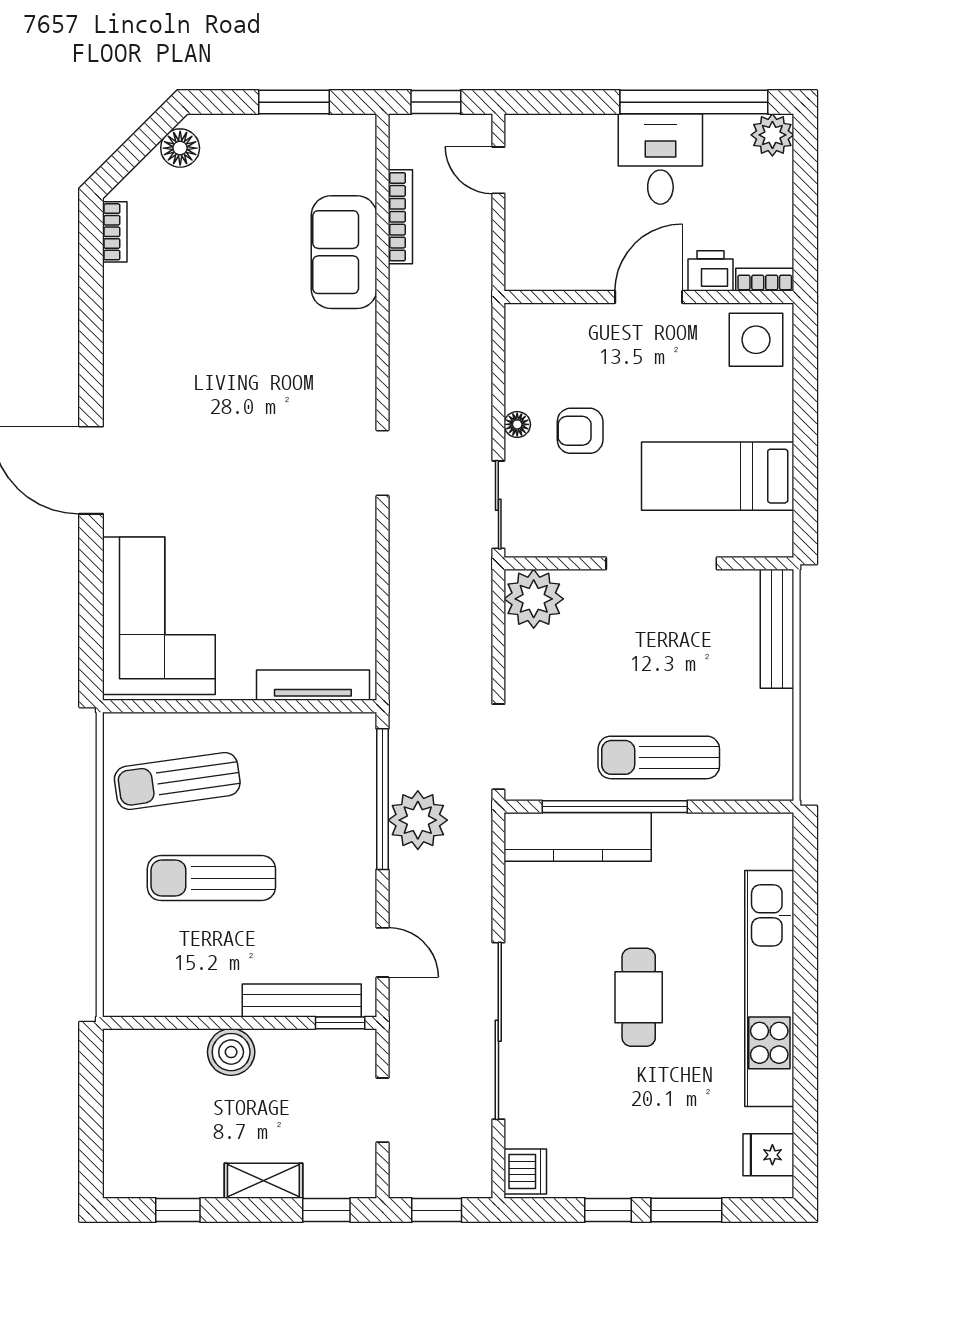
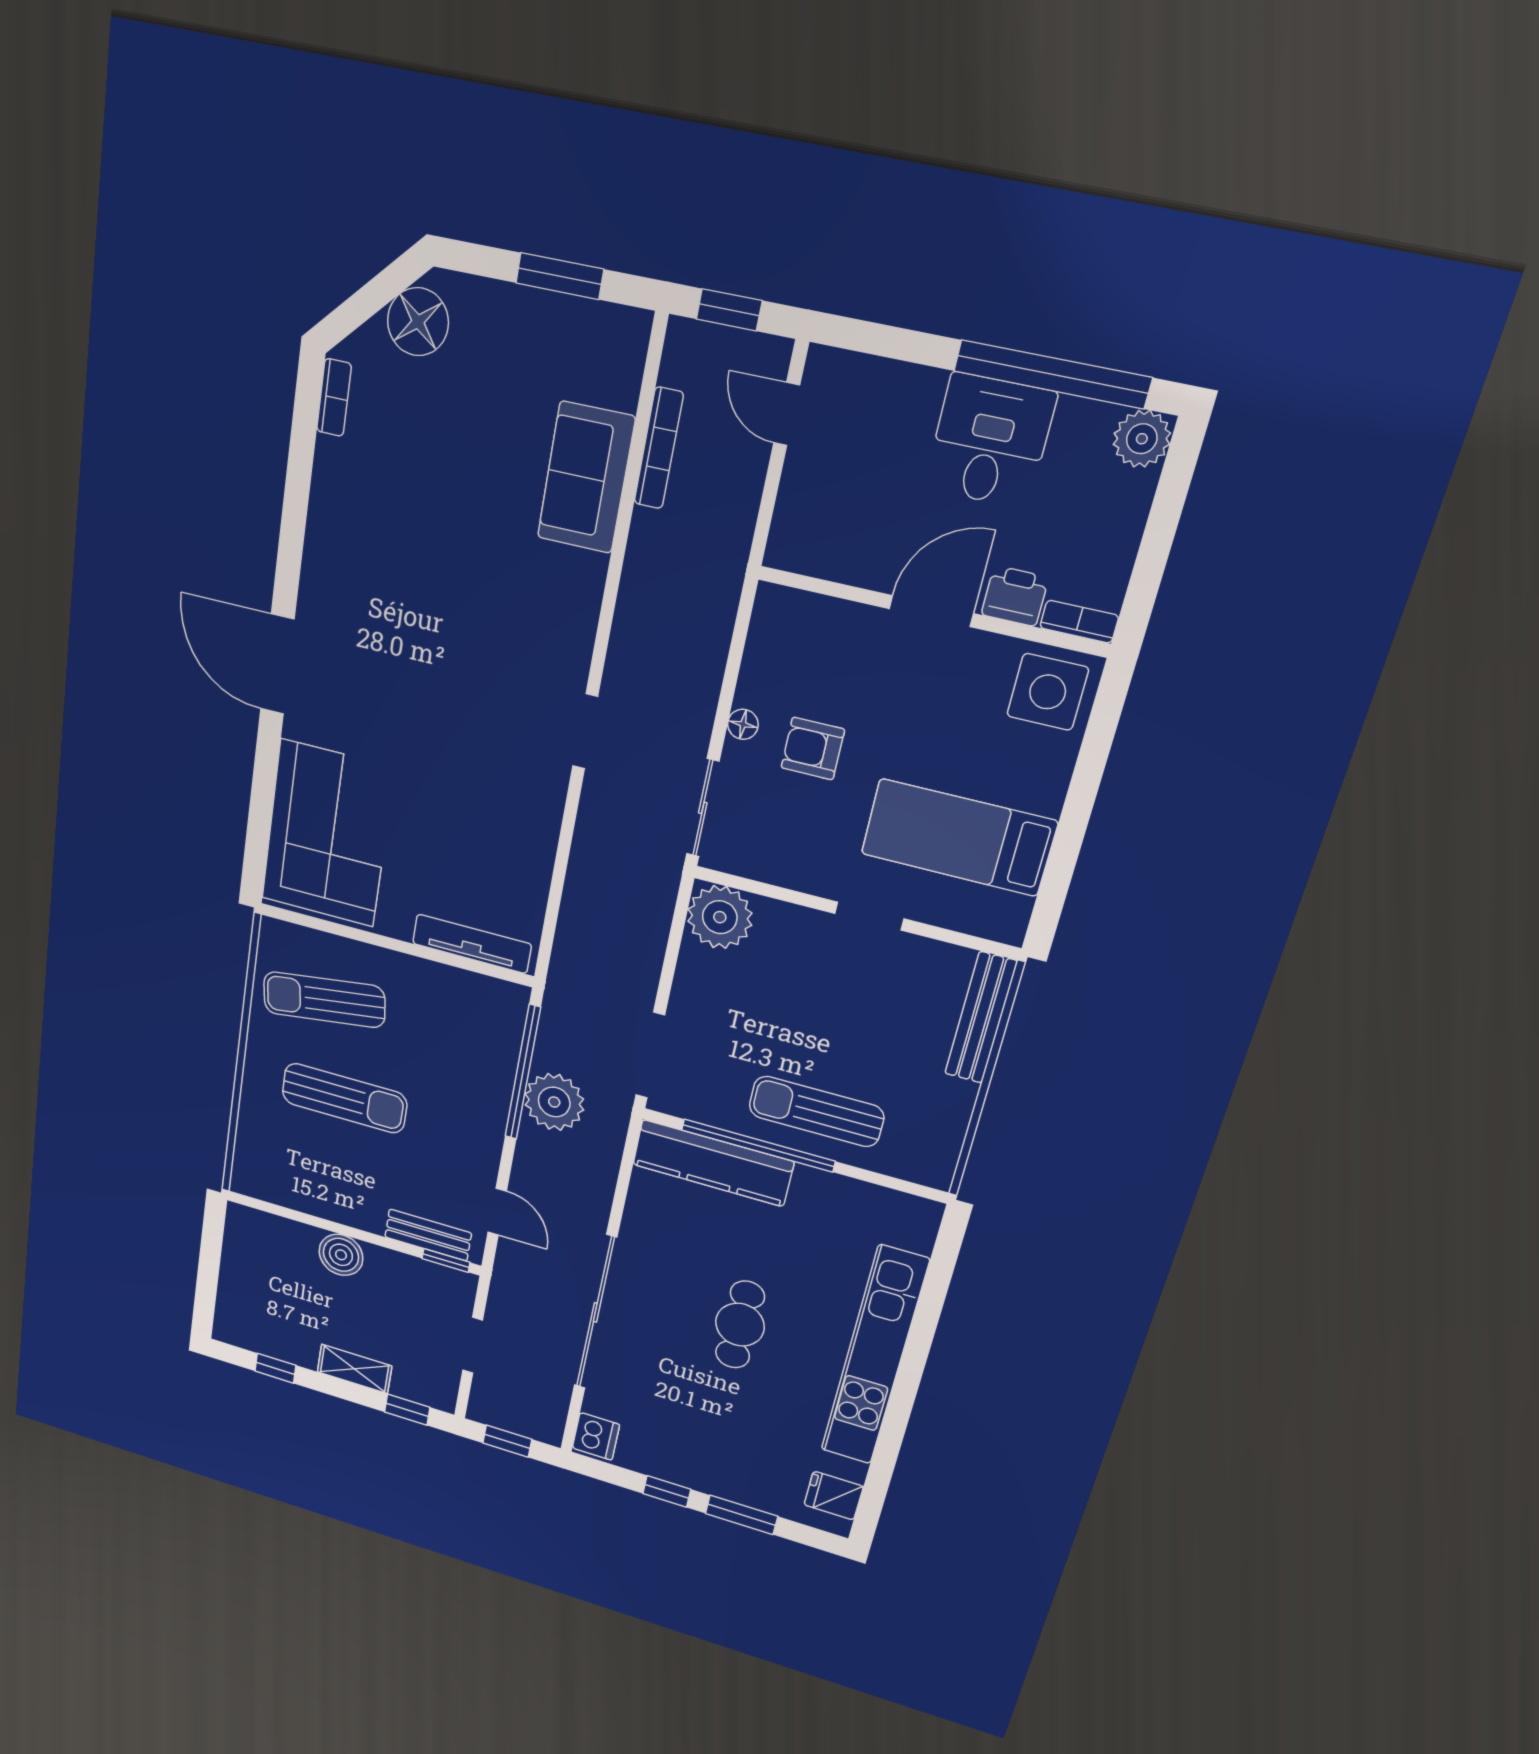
floor lamp: (180, 148) -> (418, 322), width x1.38, depth x1.38
doorway: (661, 563) -> (869, 916), width x0.53
sun lounger: (211, 878) -> (344, 1098), turned 180
bench: (302, 1000) -> (428, 1235), width x0.73

